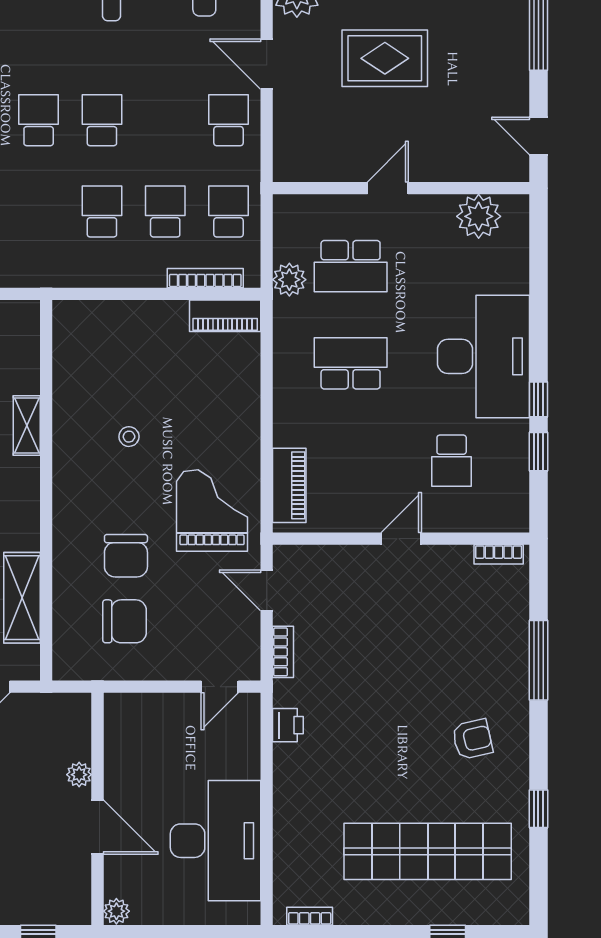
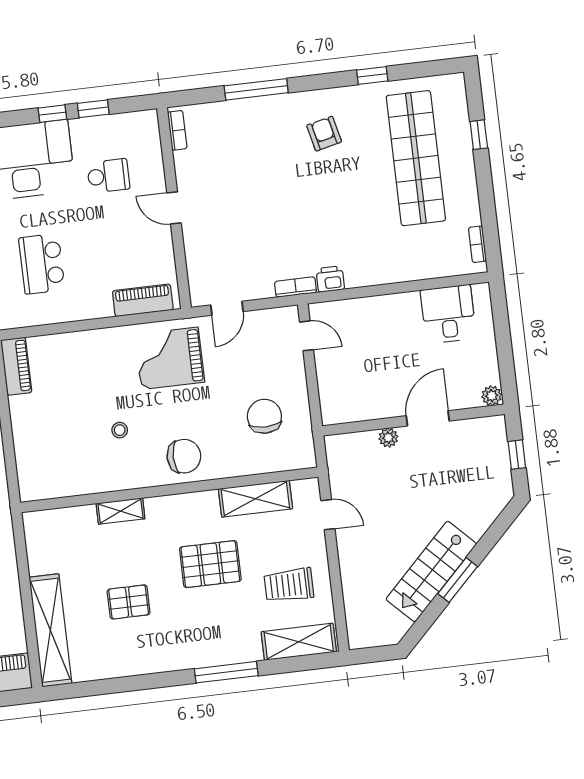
chair: (126, 556) -> (184, 456), moved
bookcase: (283, 652) -> (296, 287), moved
desk: (216, 841) -> (448, 314), width x0.53, depth x0.77

